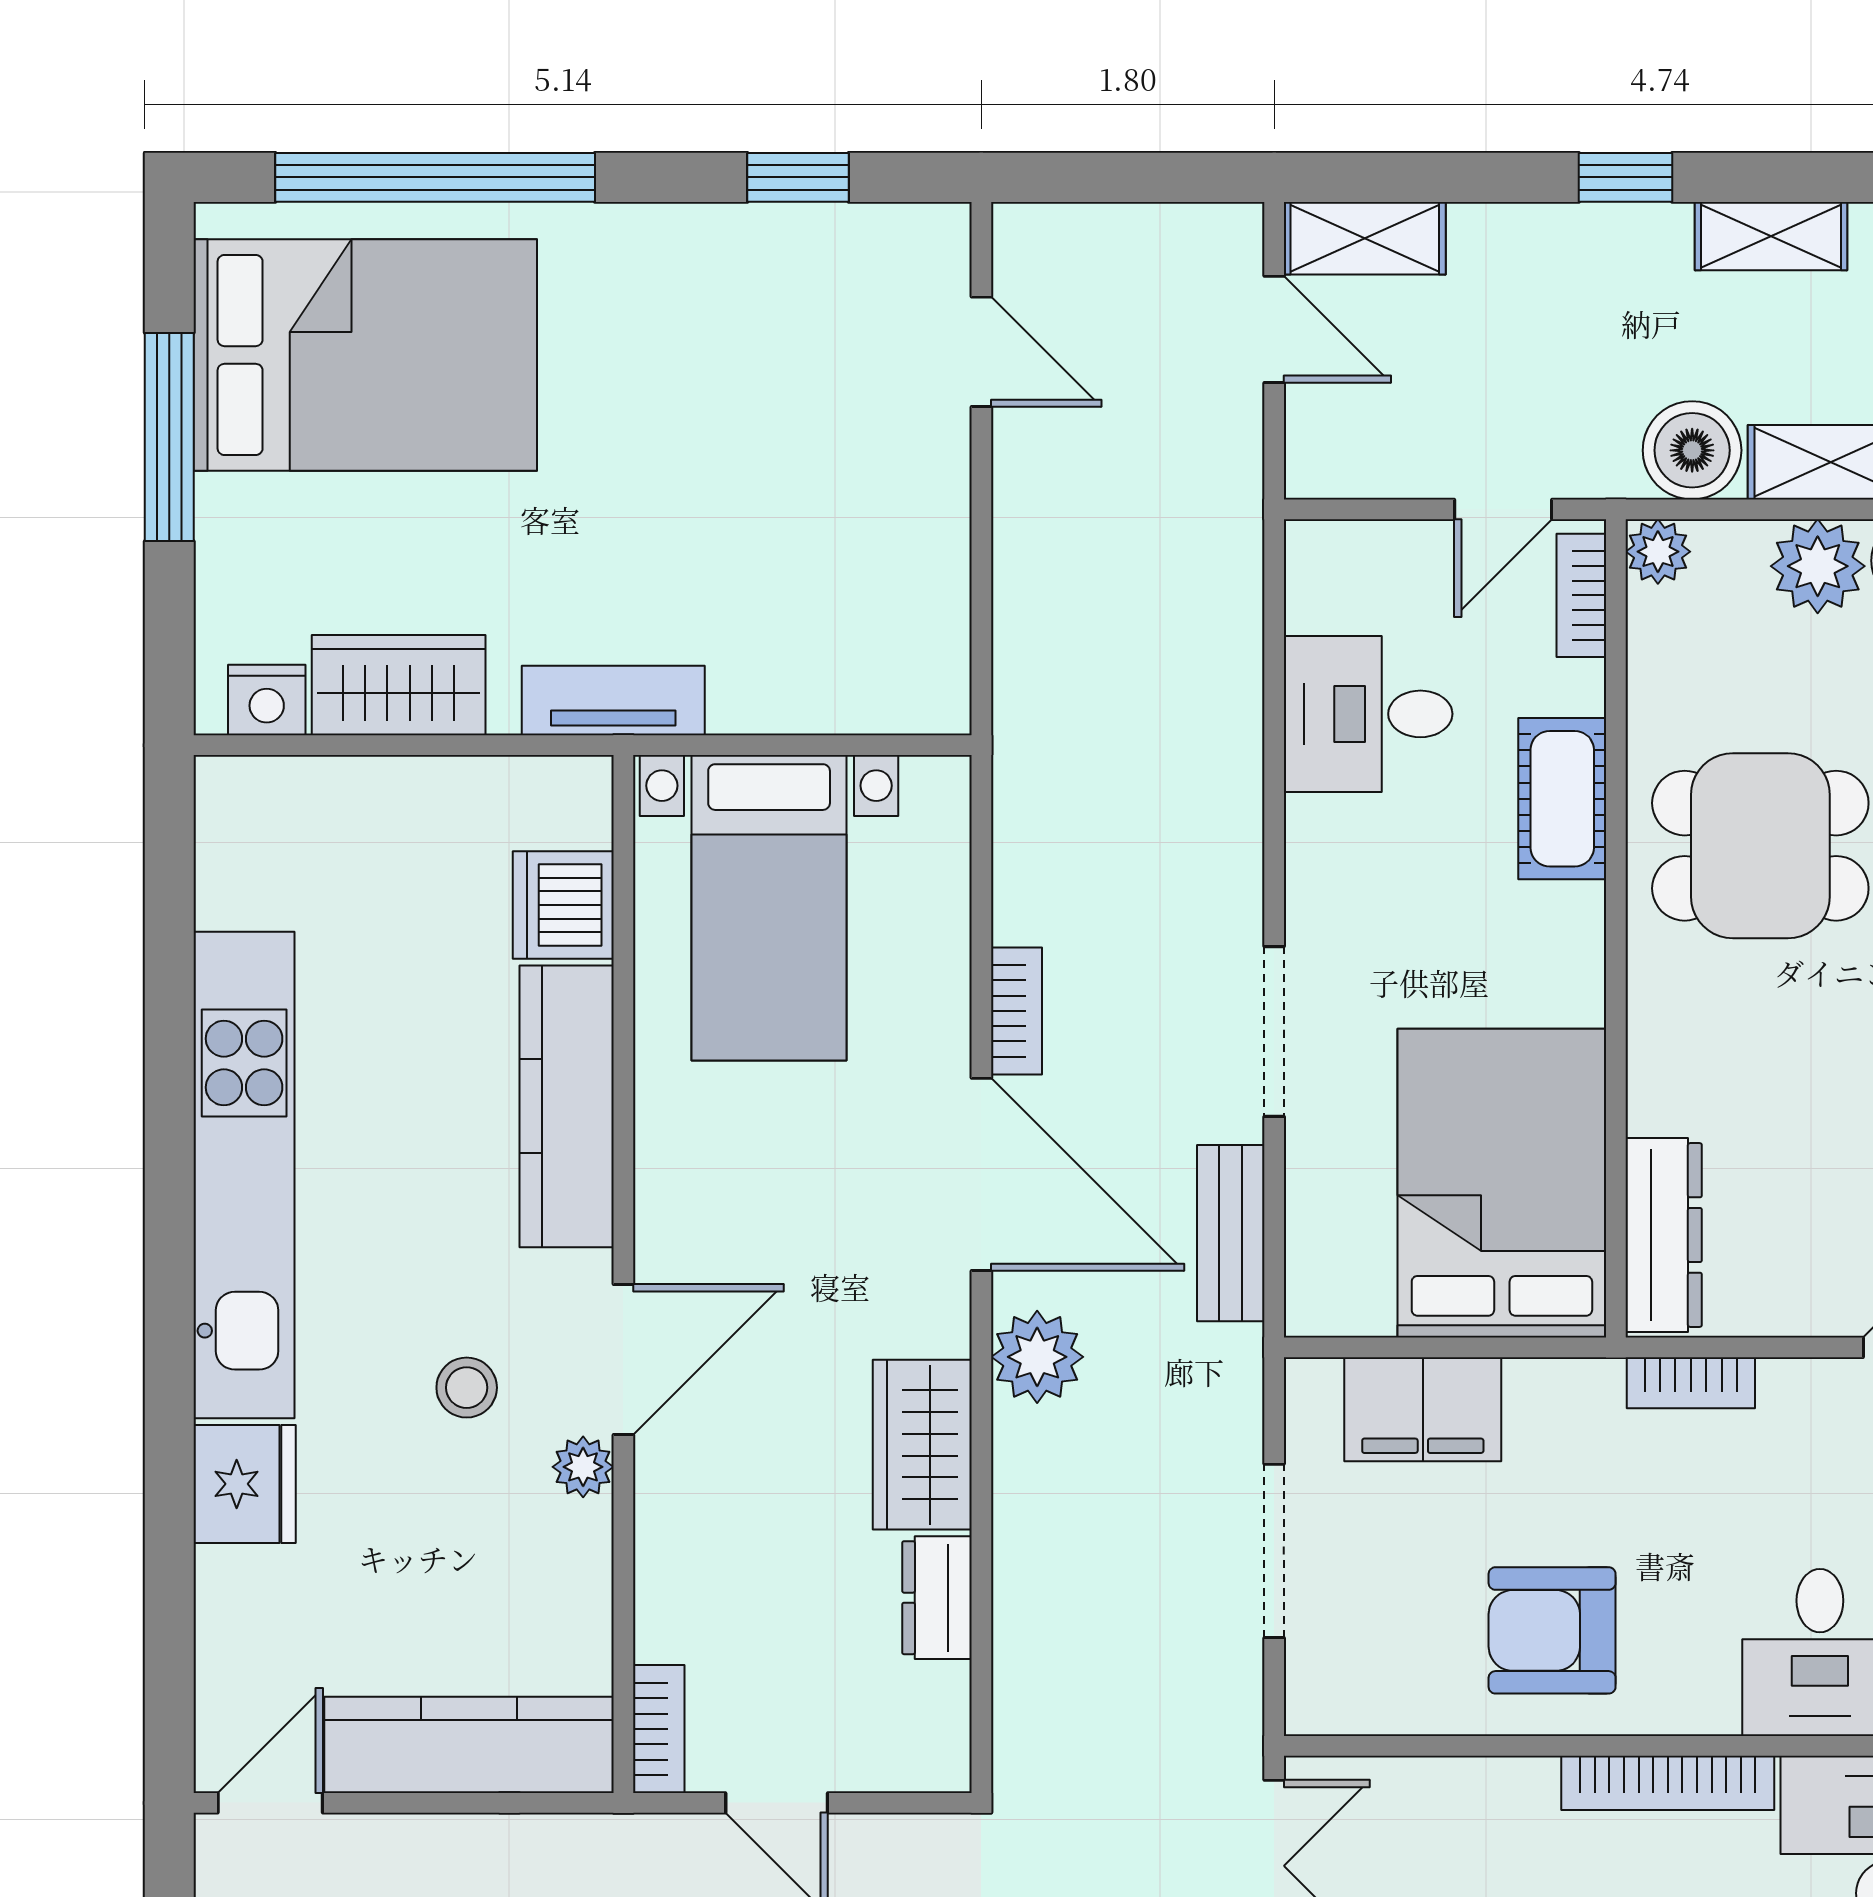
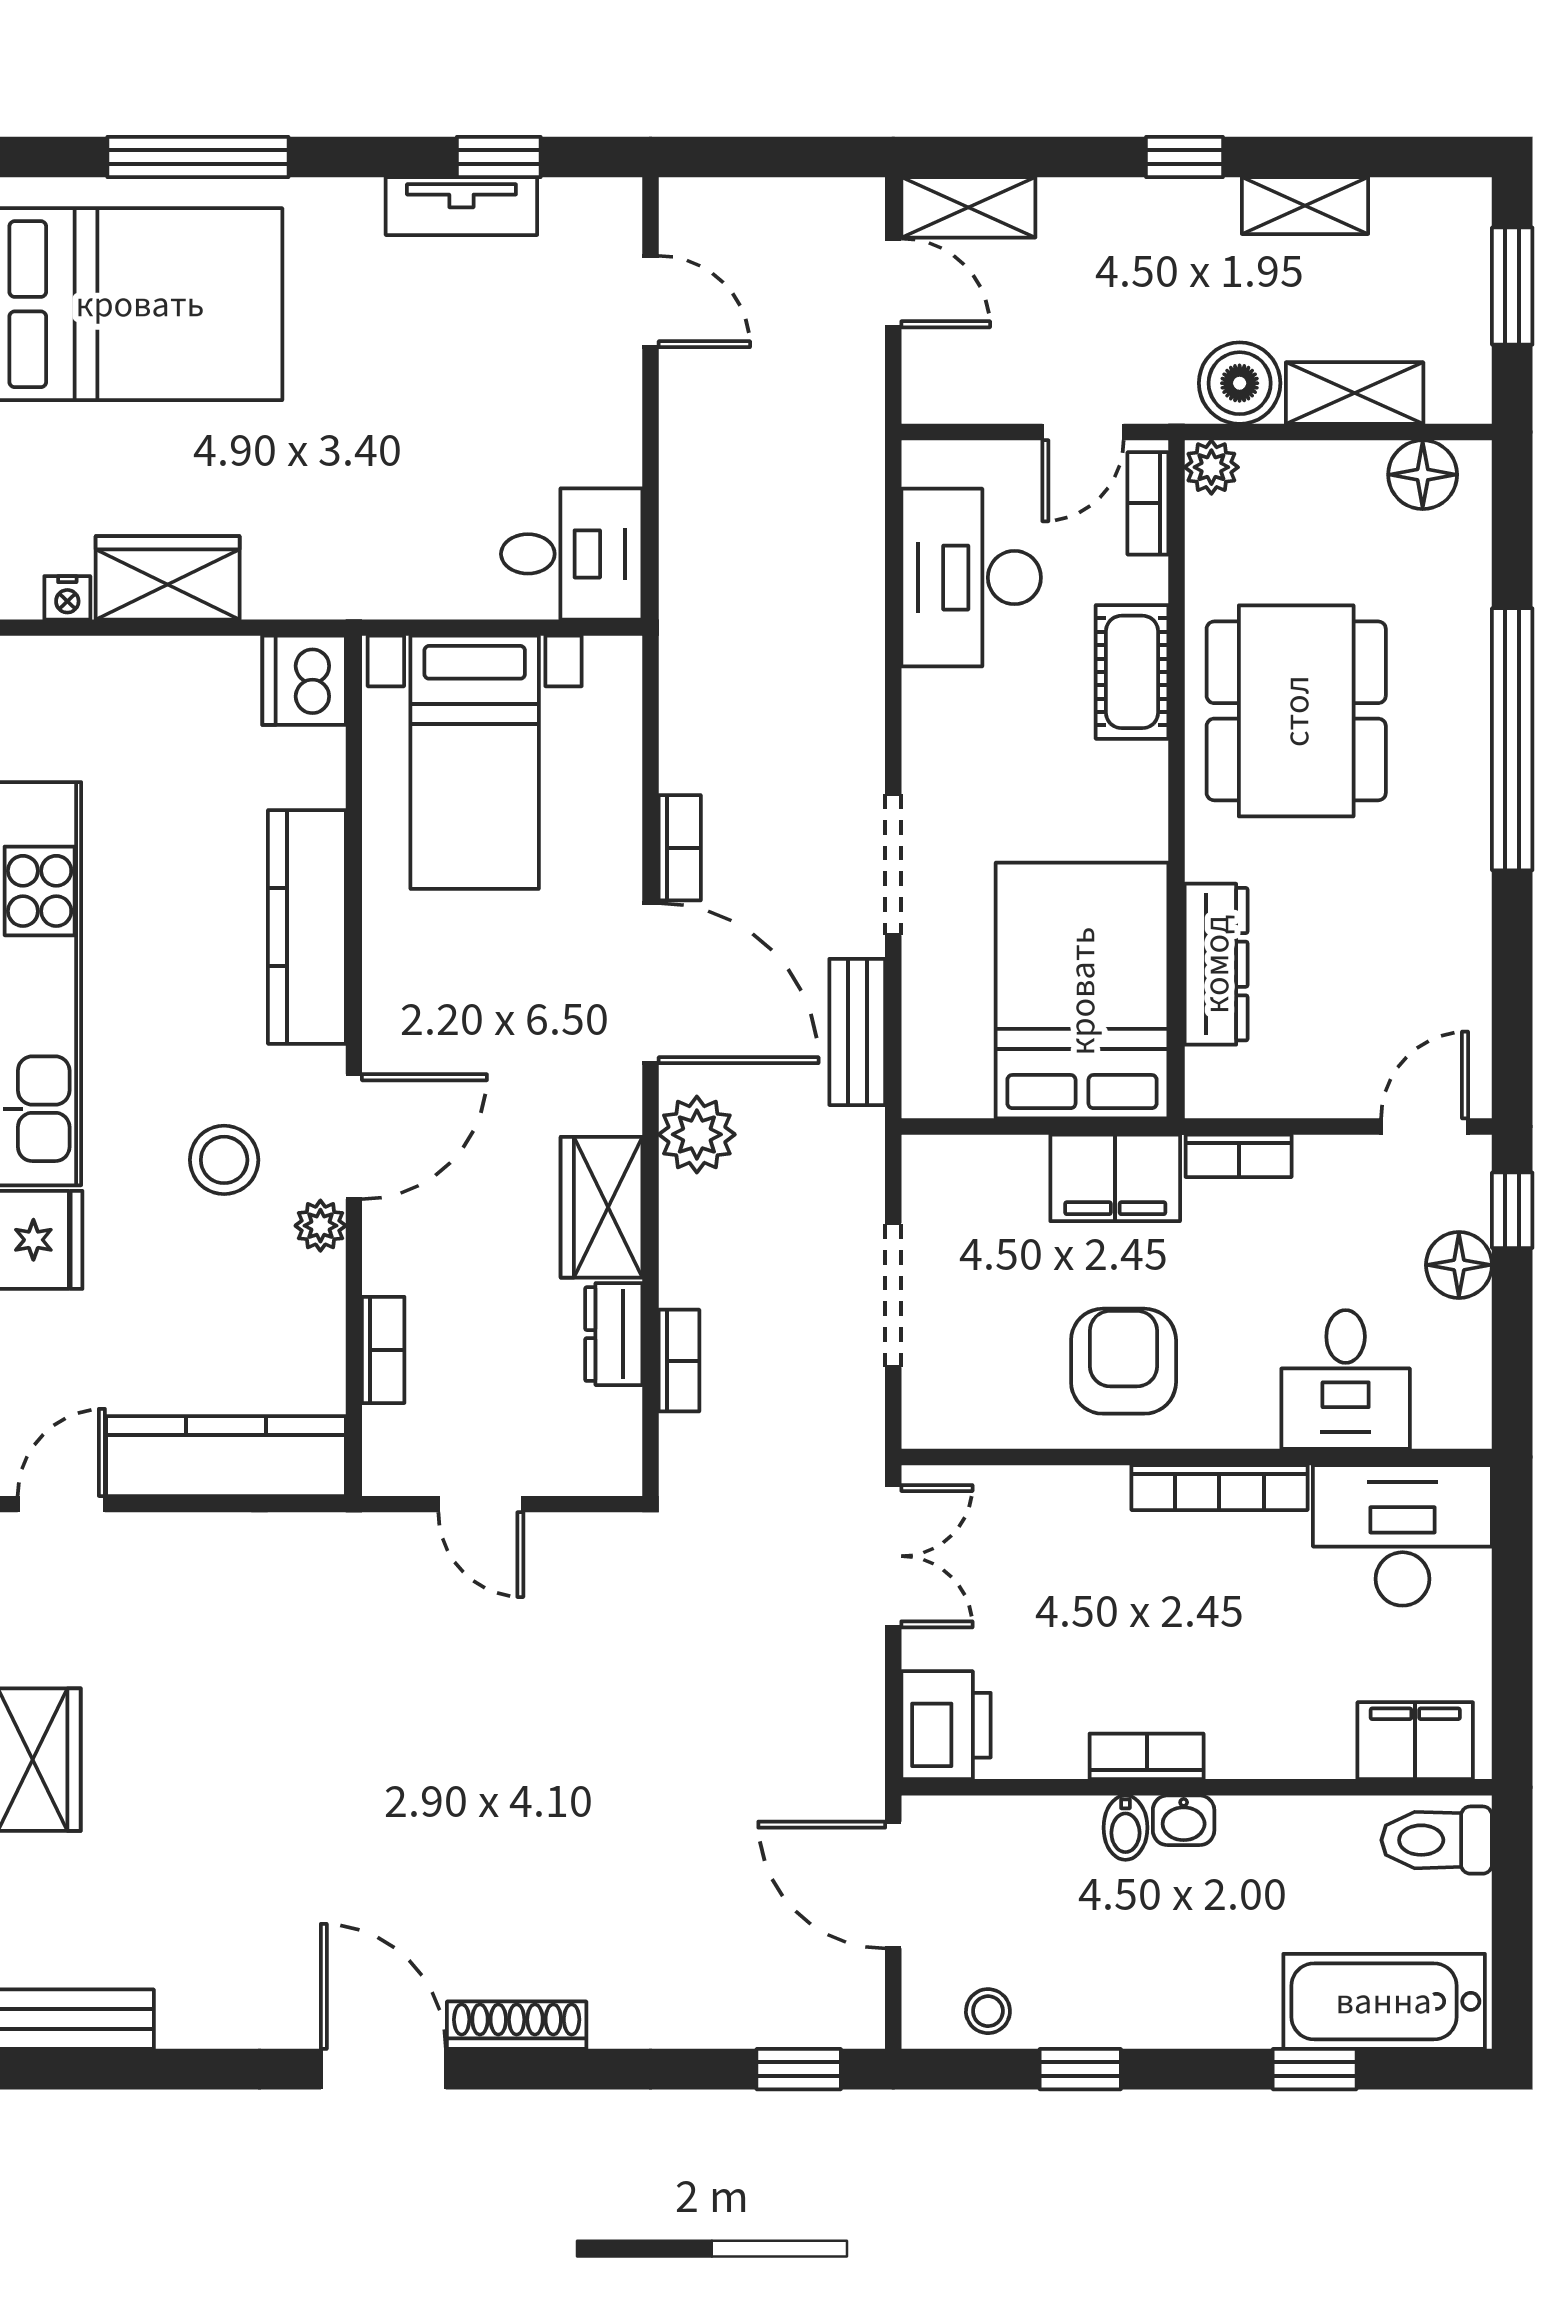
window: (435, 177) -> (198, 157), width x0.68
plant: (1818, 566) -> (1344, 479), removed
desk: (886, 656) -> (572, 554), added
nightstand: (267, 700) -> (67, 598), width x0.72, depth x0.74
tv unit: (613, 701) -> (461, 206), moved, turned 180
desk: (1368, 714) -> (971, 578), width x1.37
dining table: (1760, 846) -> (1296, 711), width x1.38
dishwasher: (563, 905) -> (304, 680), moved
dresser: (1664, 1235) -> (1216, 964), moved
stool: (467, 1388) -> (224, 1160), width x1.37, depth x1.37
filing cabinet: (1423, 1409) -> (1115, 1178), moved
bookcase: (1016, 1630) -> (679, 1361), added
armchair: (1552, 1630) -> (1124, 1361), turned 90
bookcase: (659, 1729) -> (383, 1350), moved

